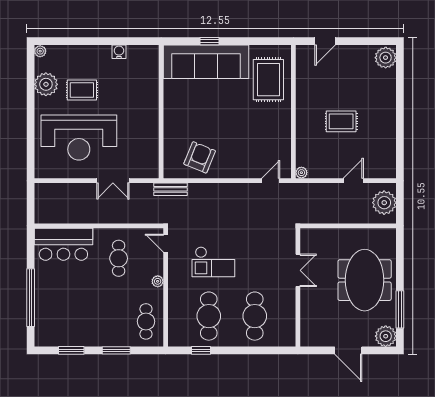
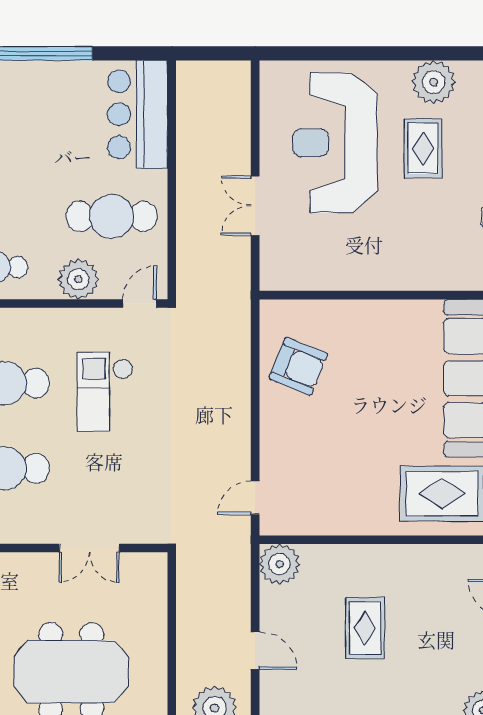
plant: (301, 173) -> (280, 564), width x1.88, depth x1.88
door: (271, 181) -> (255, 498), swing flipped
bench: (170, 189) -> (239, 312), removed
cafe table: (119, 258) -> (112, 216), width x1.37, depth x1.35
plant: (158, 281) -> (78, 279), width x1.87, depth x1.87

